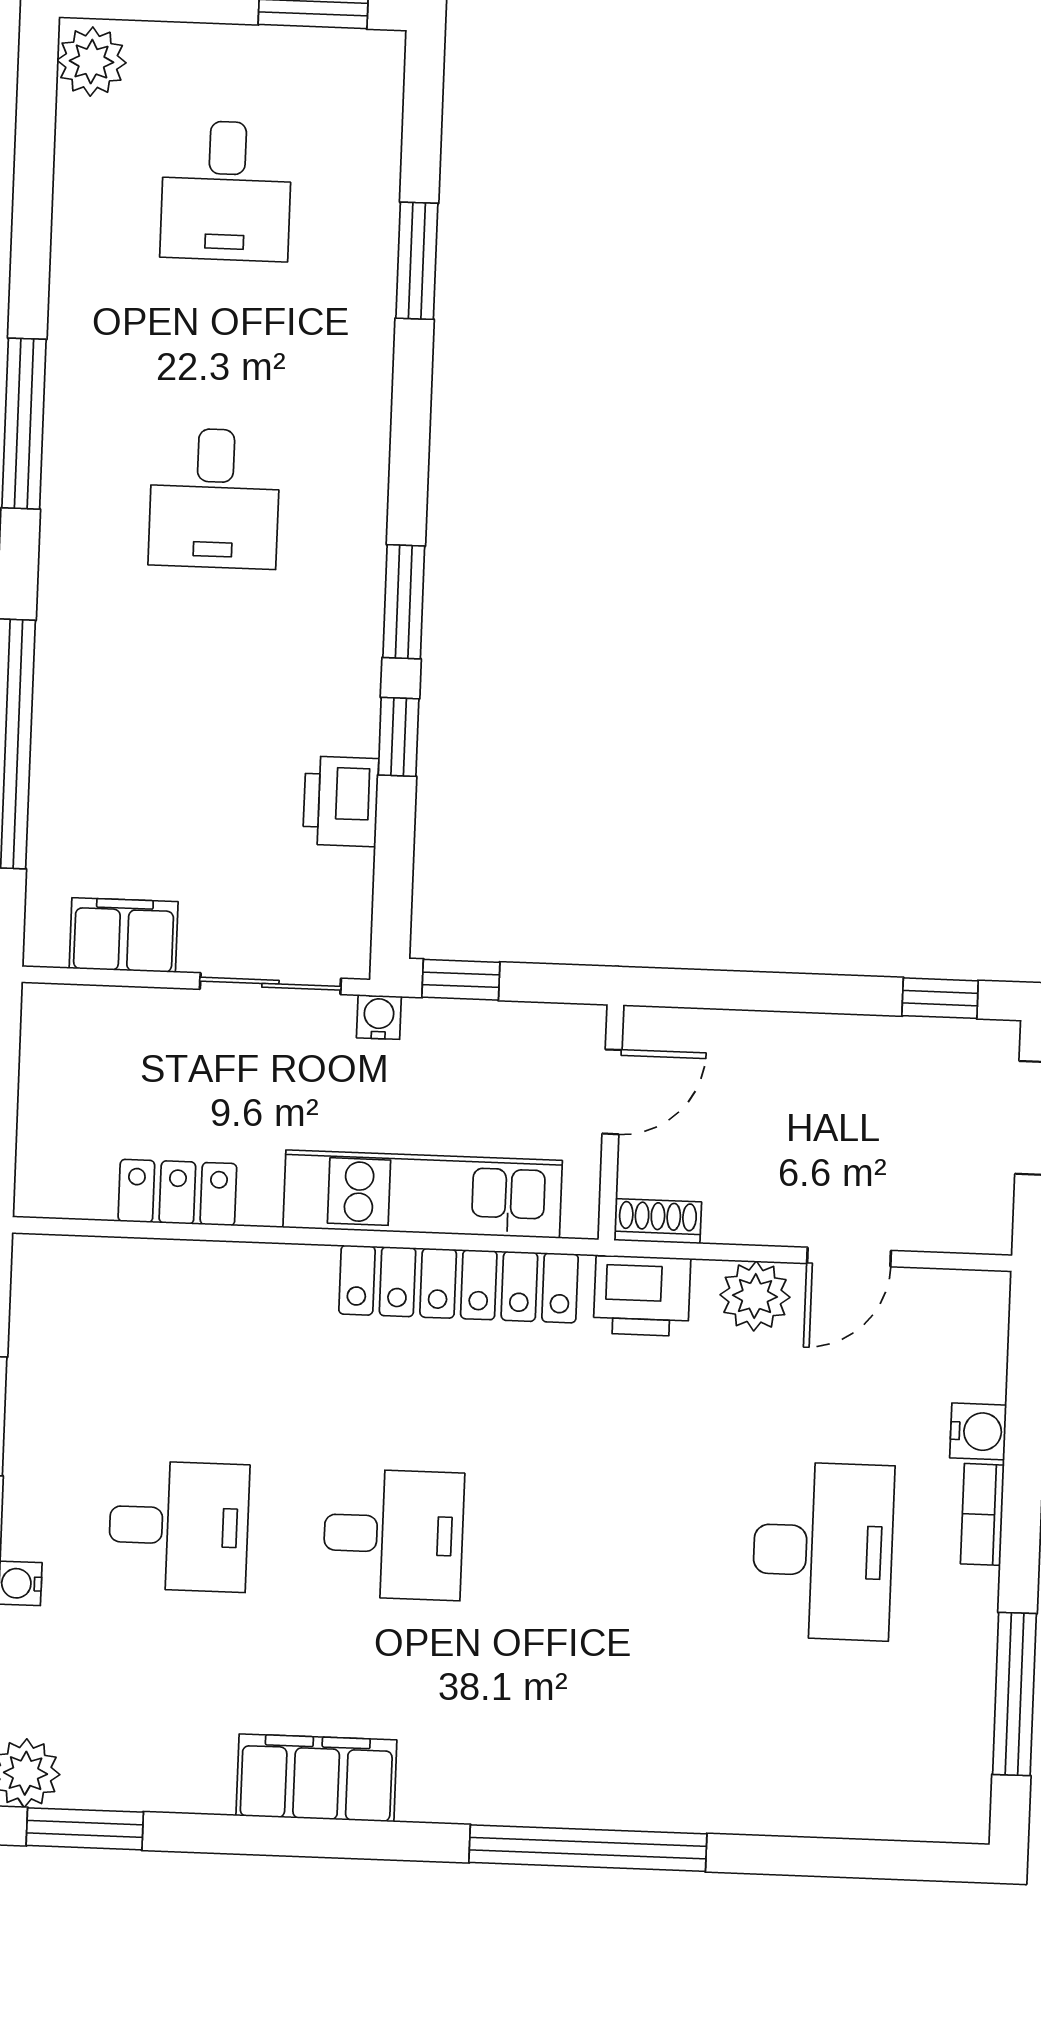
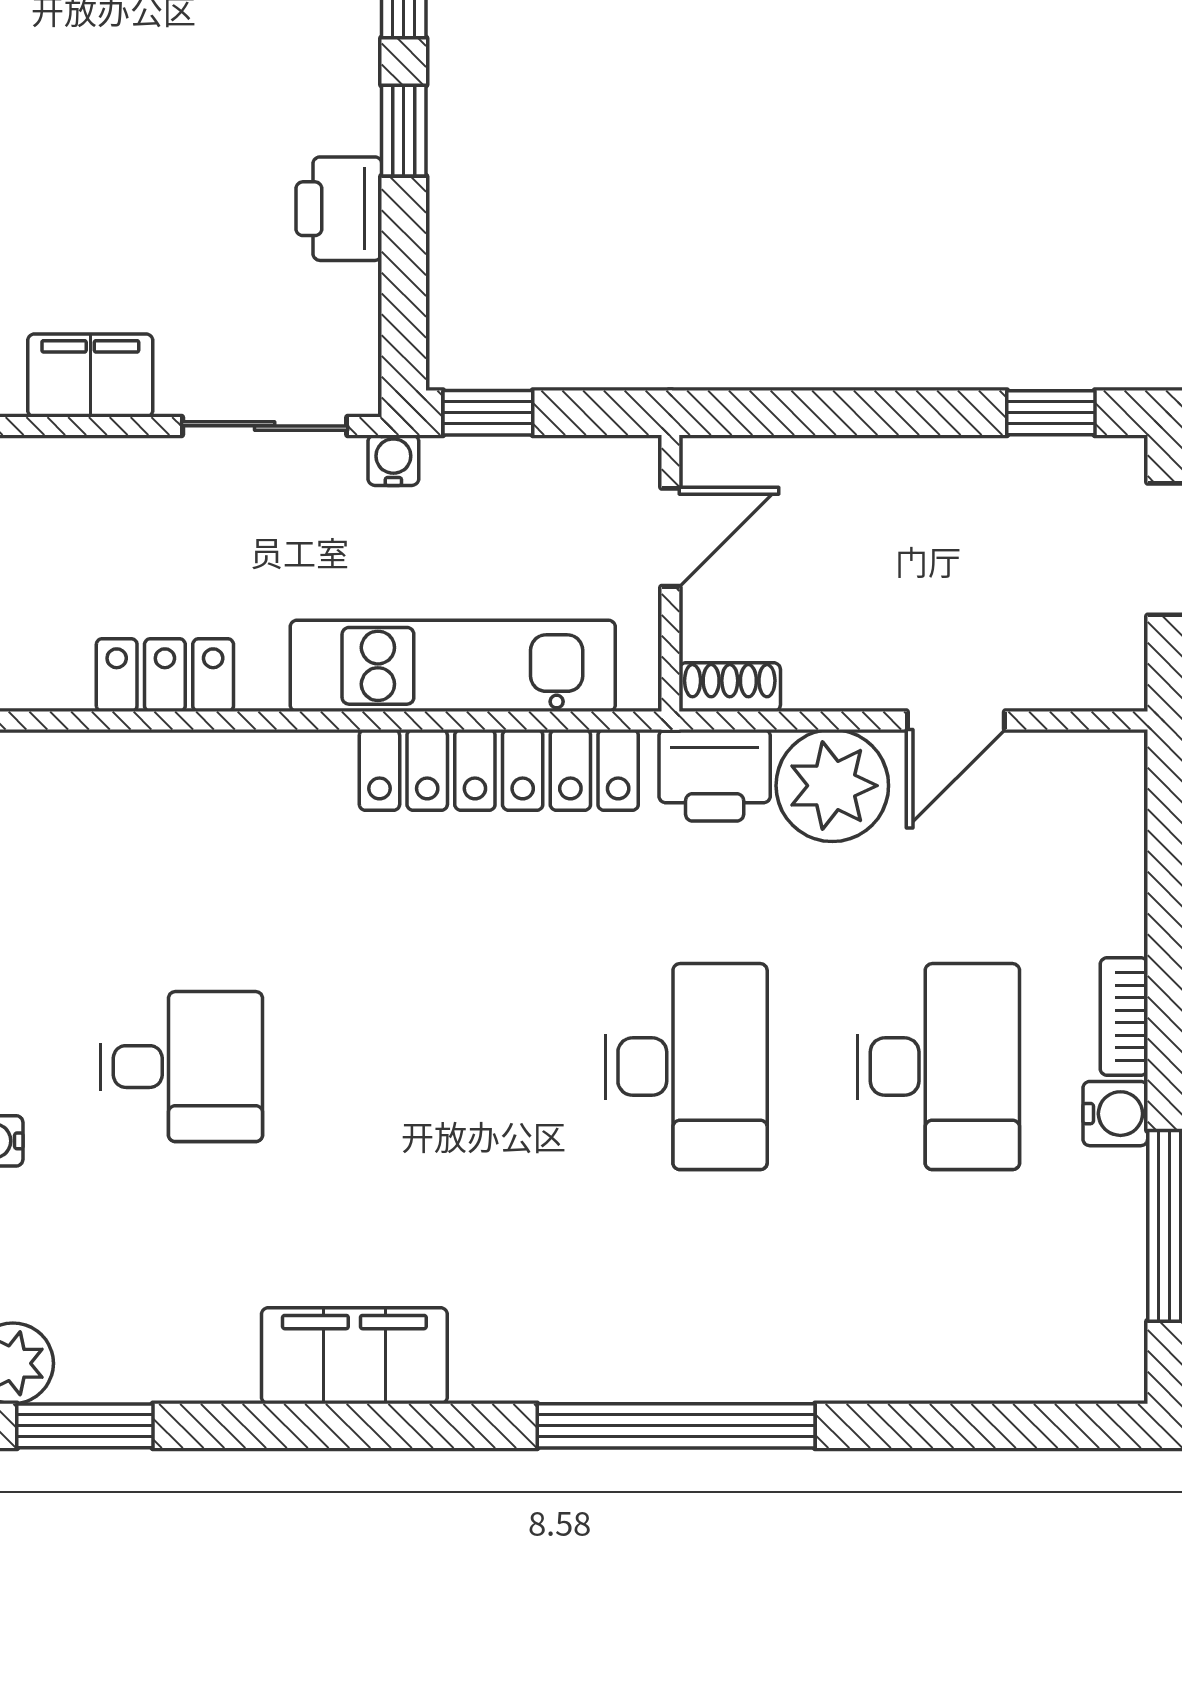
plant: (755, 1296) -> (832, 786), width x1.36, depth x1.36
water cooler: (978, 1431) -> (1115, 1114), moved
desk: (393, 1534) -> (686, 1067), moved, width x1.37

